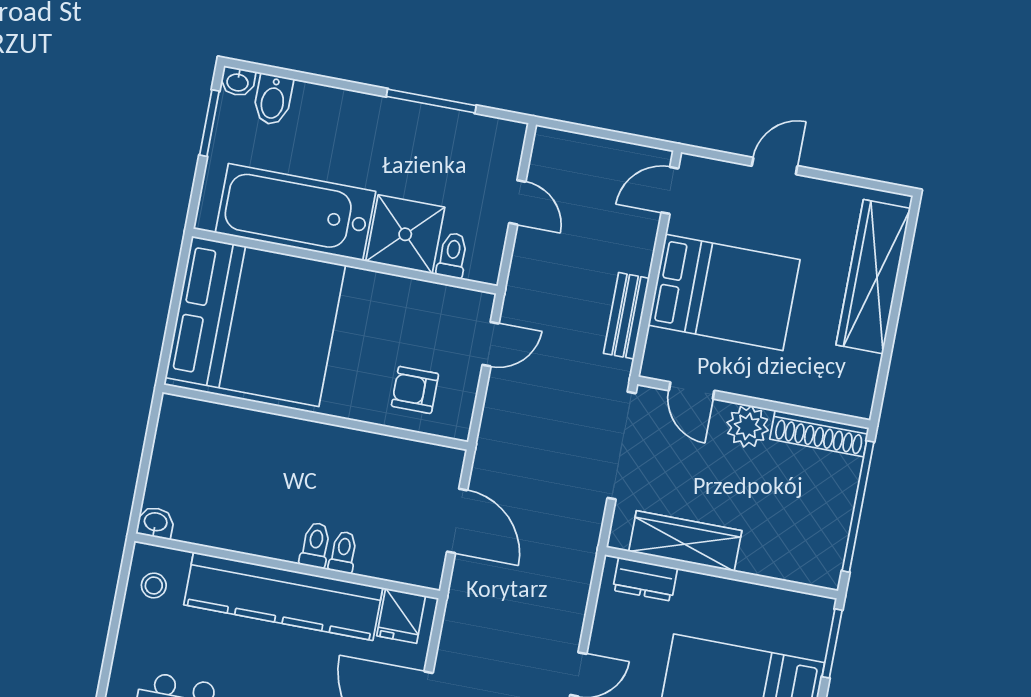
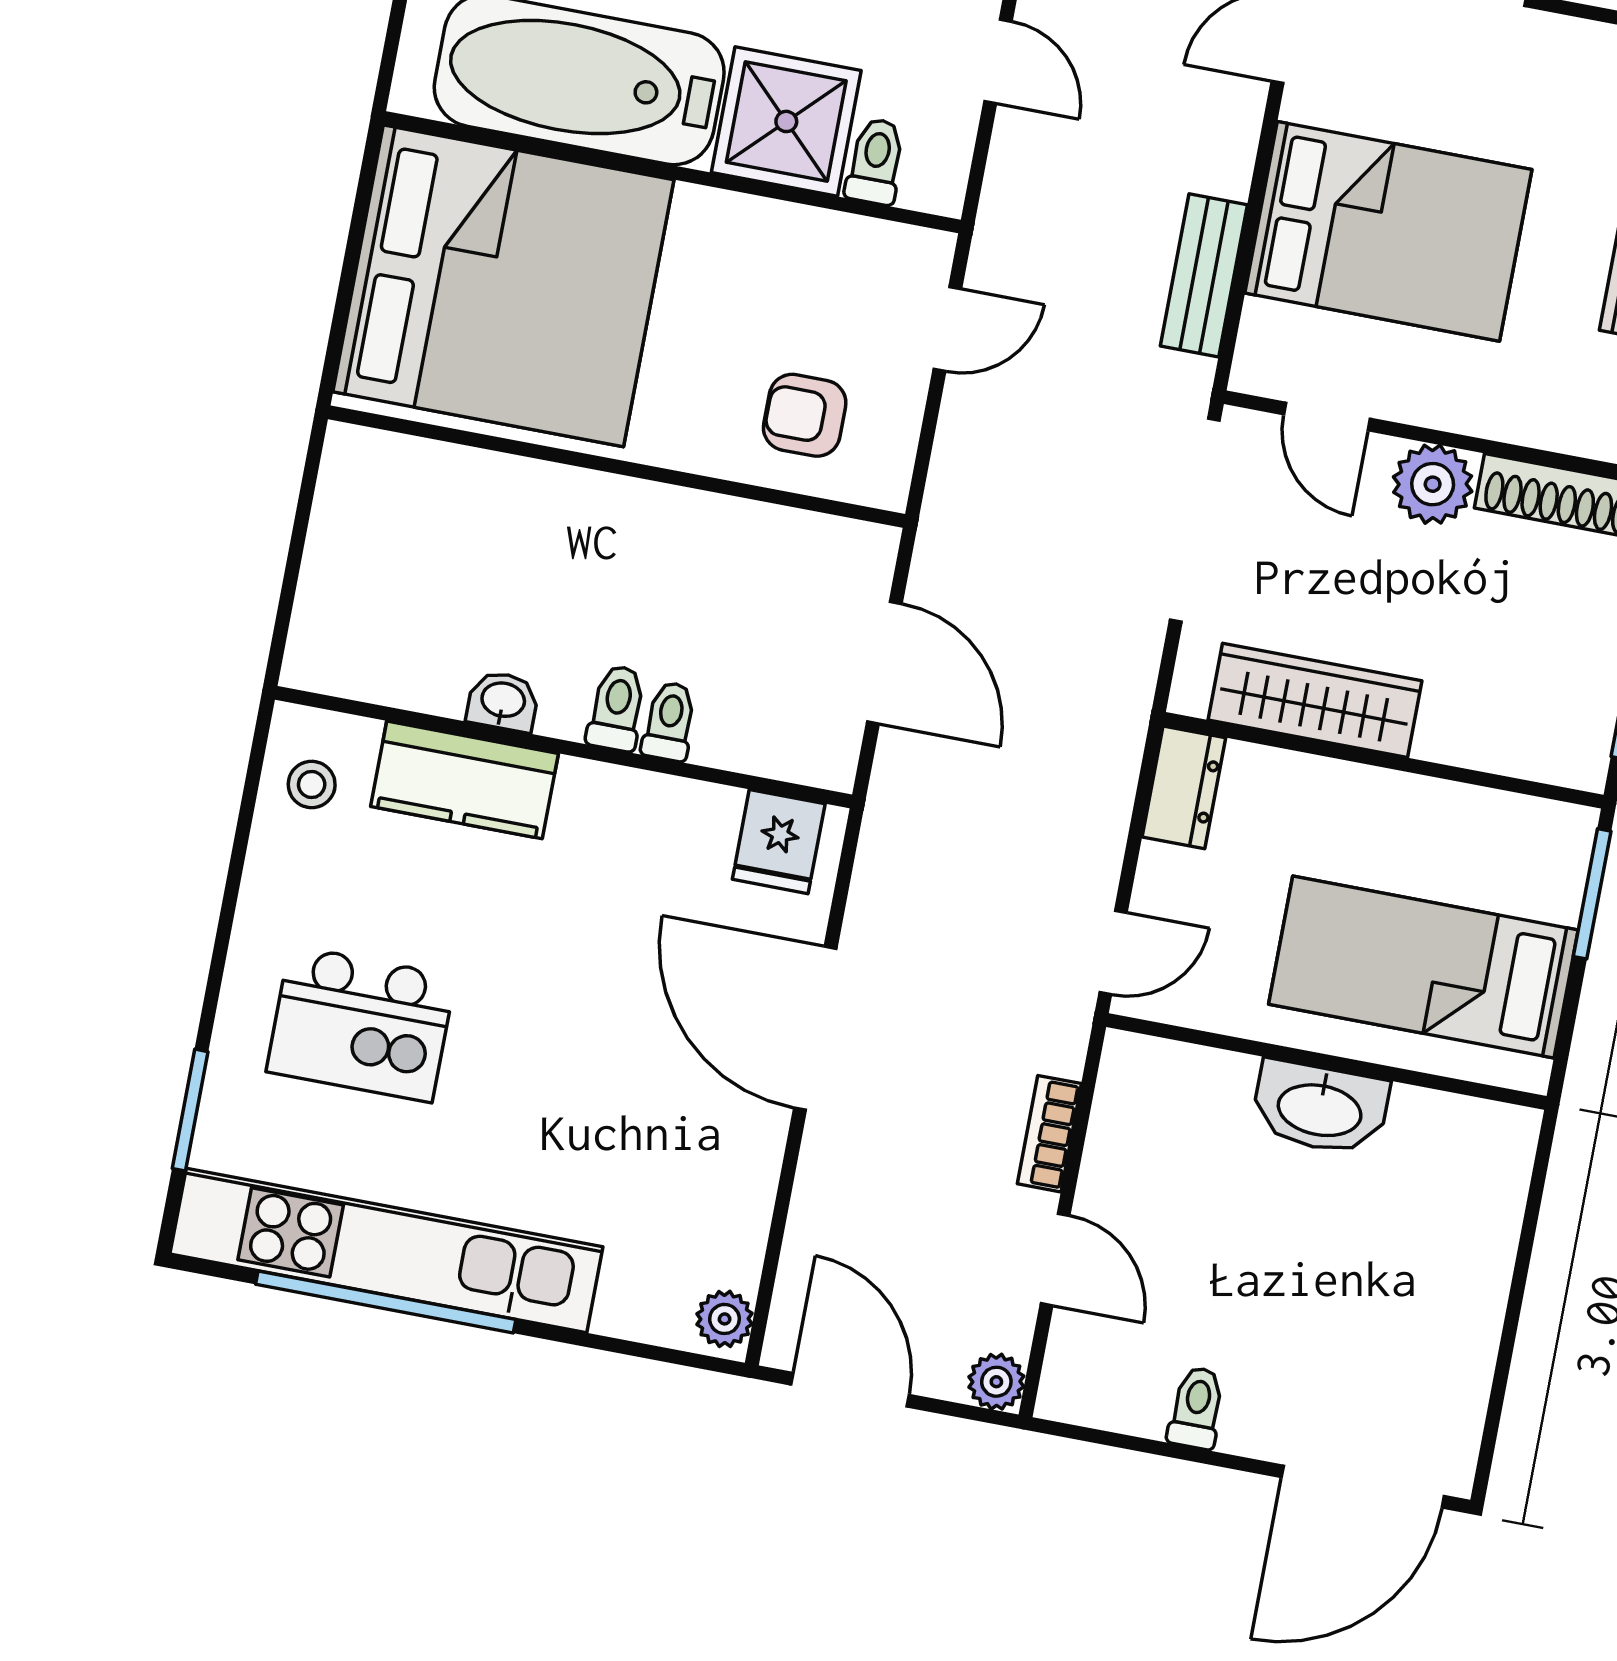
washbasin: (156, 523) -> (503, 701), moved
dresser: (645, 579) -> (1184, 787), moved, turned -90
kitchen counter: (283, 596) -> (465, 780), width x0.48, depth x0.86

